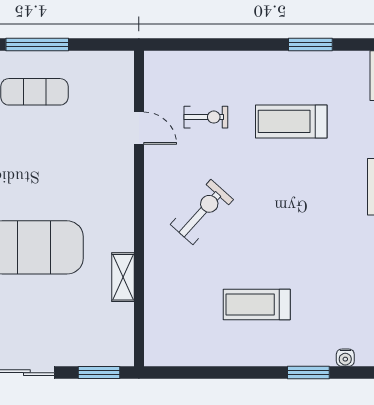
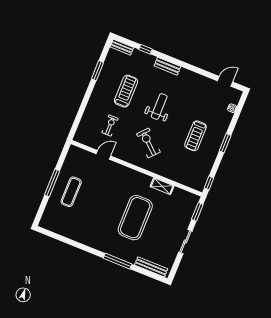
treadmill: (291, 121) -> (126, 91), turned 180
weight bench: (287, 204) -> (159, 107), added
window: (170, 373) -> (209, 183), added
window: (308, 373) -> (225, 143), moved

